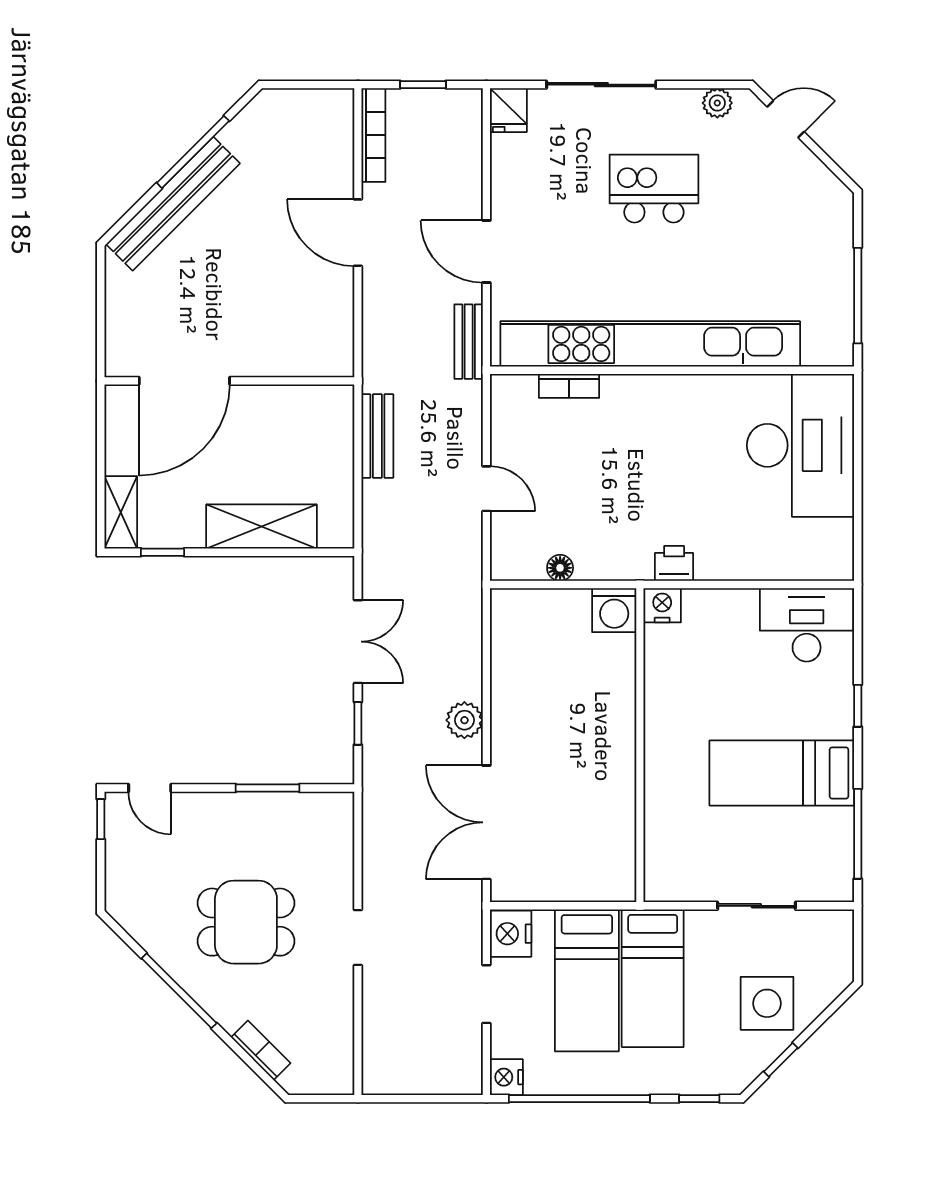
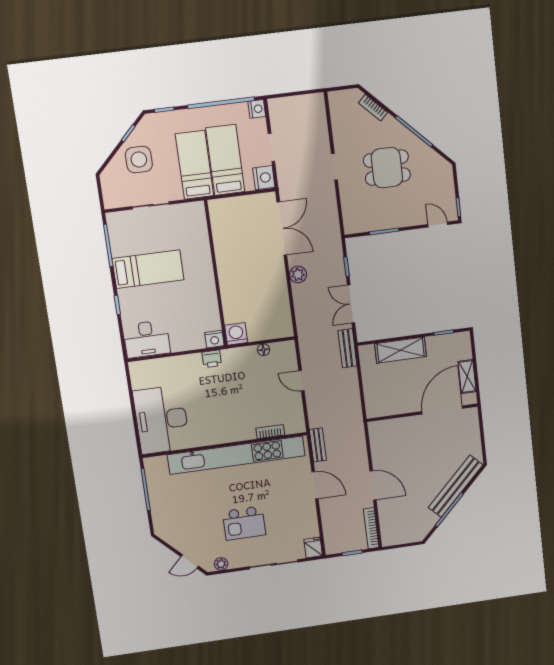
bench: (377, 436) -> (347, 348), moved
shelving: (121, 512) -> (467, 377), moved

